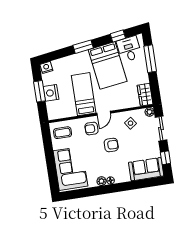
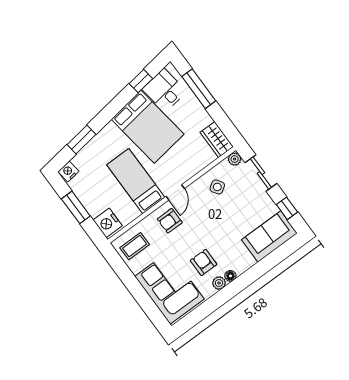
window: (83, 47) -> (82, 139), moved
nightstand: (51, 93) -> (108, 223), moved
armchair: (111, 145) -> (204, 262), moved, turned -90

